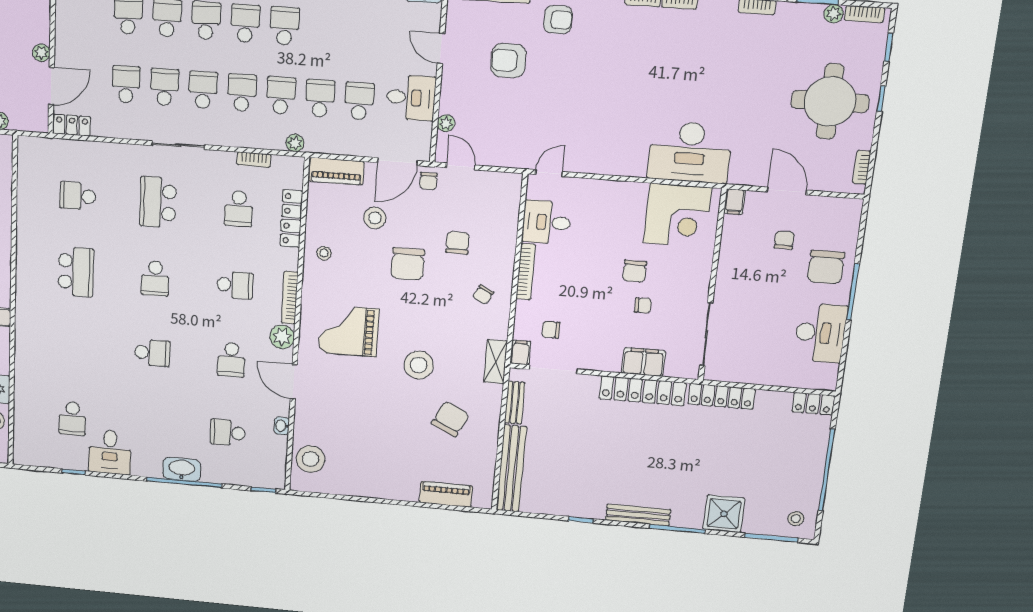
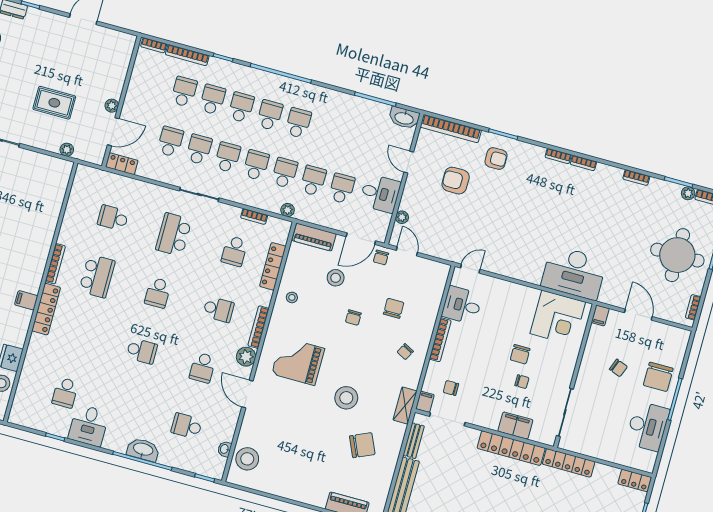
chair: (784, 240) -> (618, 368), moved, turned 111
chair: (408, 264) -> (353, 318), width x0.54, depth x0.54
bookcase: (22, 266) -> (55, 264), added
locker: (25, 323) -> (46, 309), added
chair: (450, 419) -> (362, 445), turned 40
washbasin: (282, 426) -> (225, 449), moved

